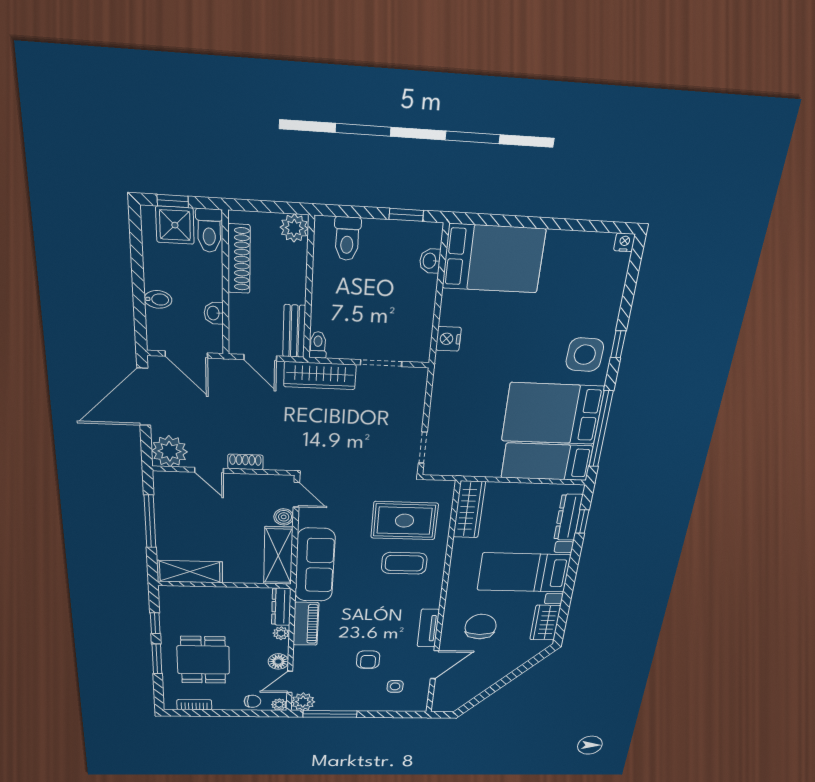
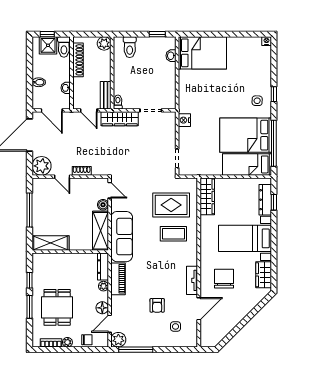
nightstand: (448, 339) -> (184, 120), moved
side table: (585, 355) -> (257, 101), width x0.54, depth x0.54
plant: (279, 705) -> (67, 342), moved

